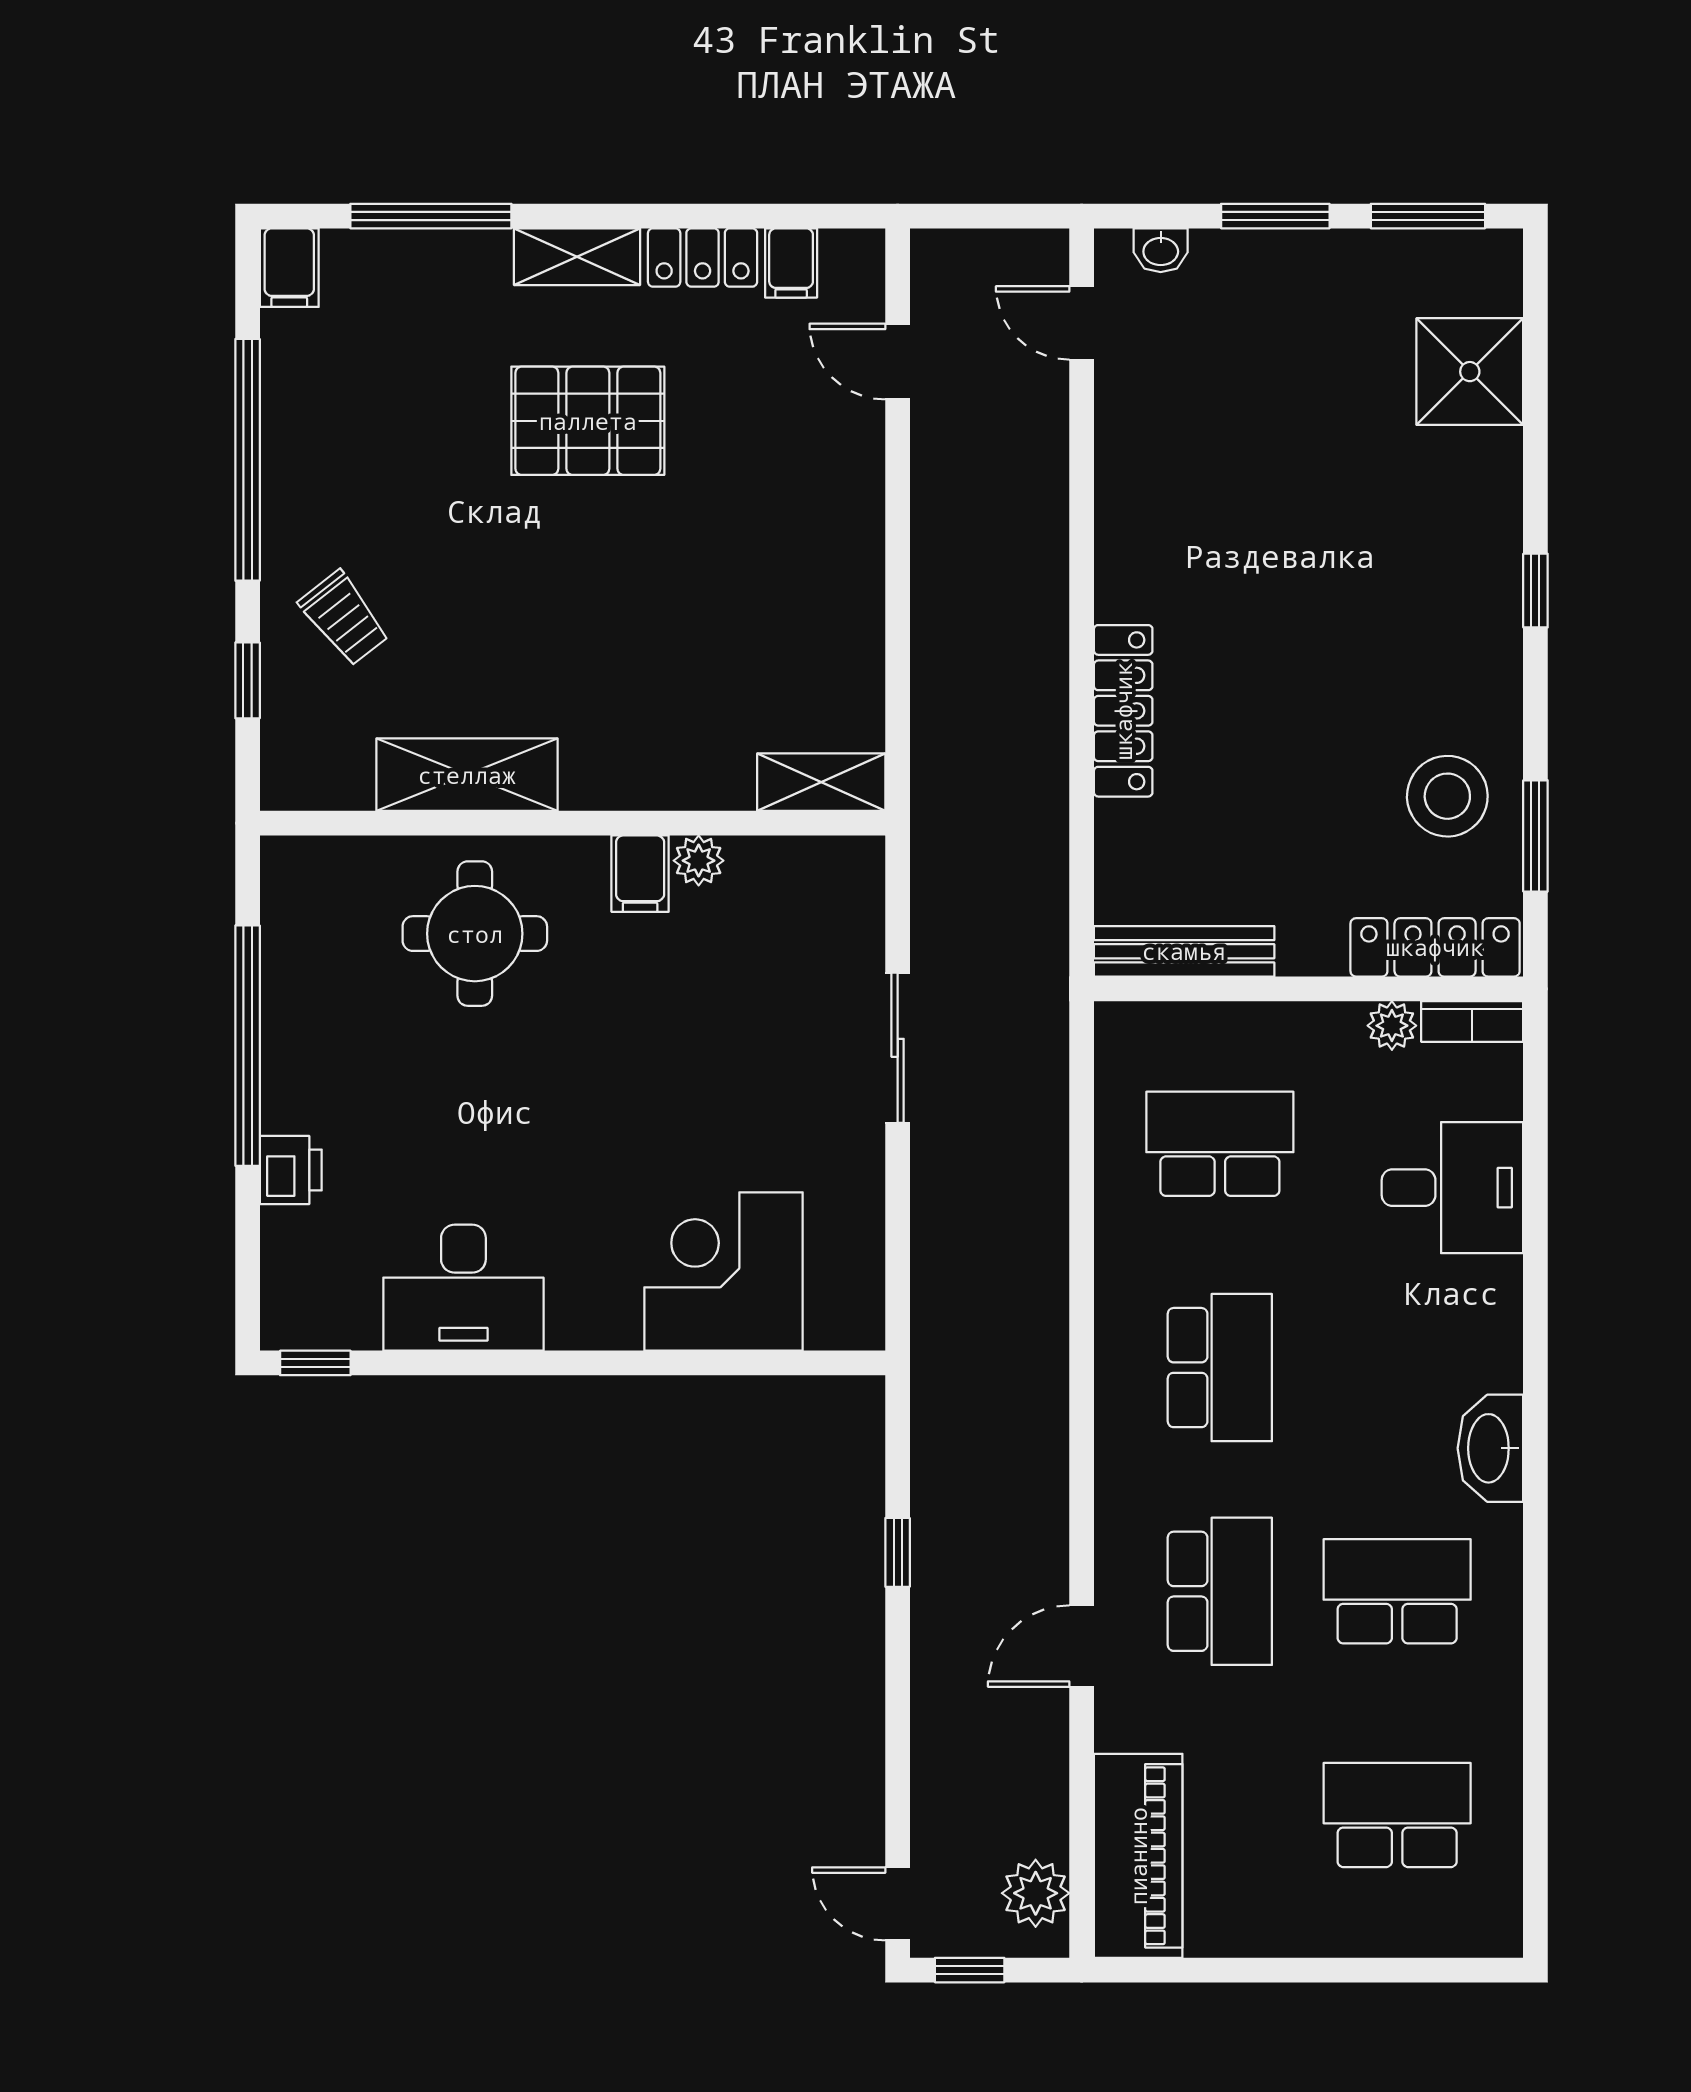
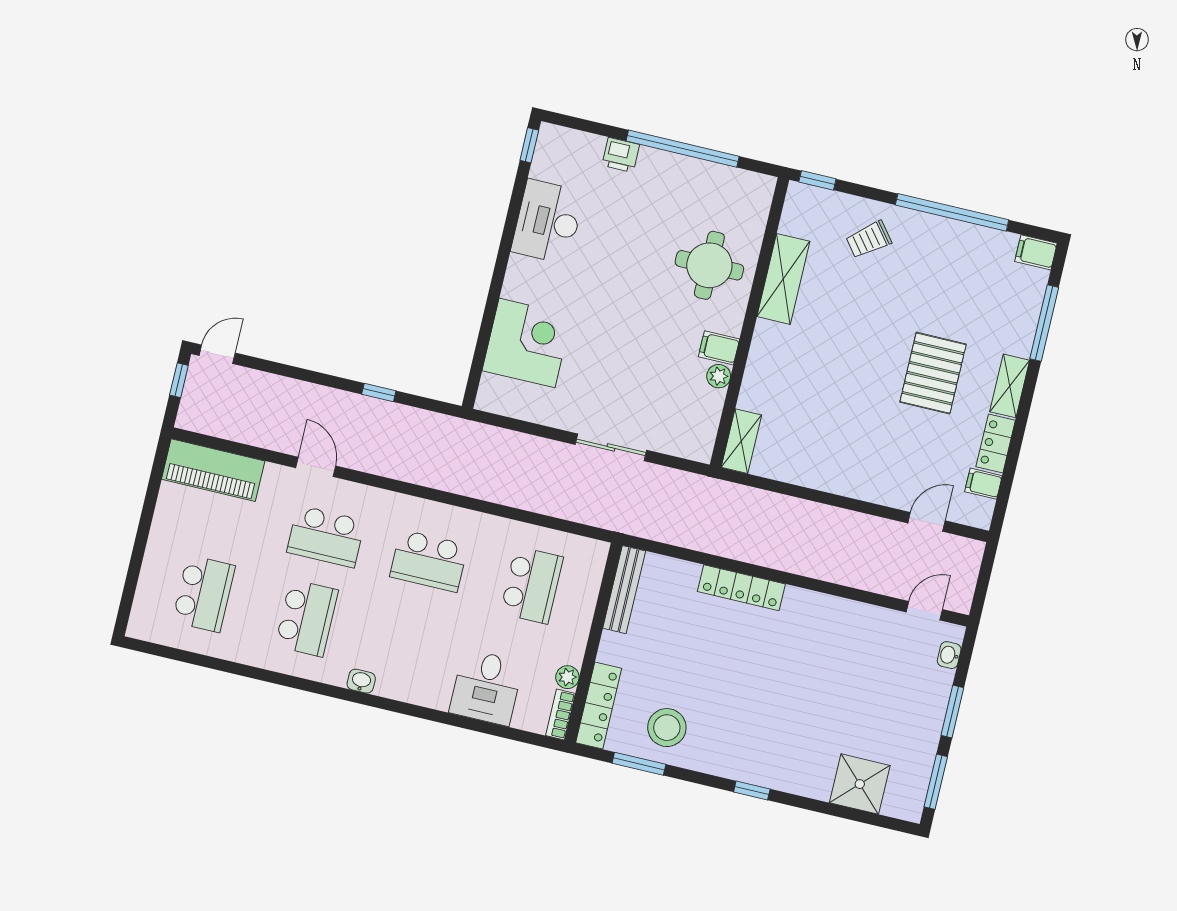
window: (248, 680) -> (817, 180), moved
washbasin: (1490, 1448) -> (361, 681), width x0.52, depth x0.69
plant: (1036, 1893) -> (207, 419), removed

